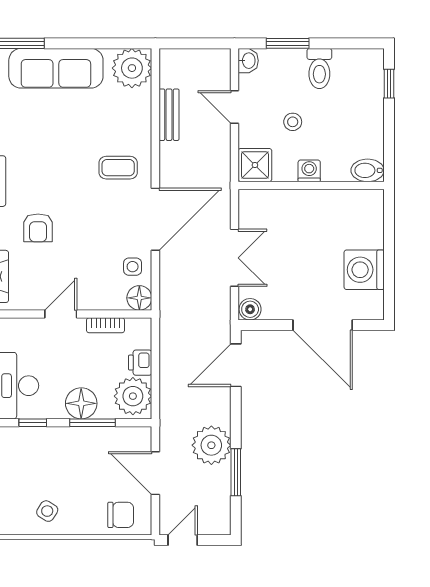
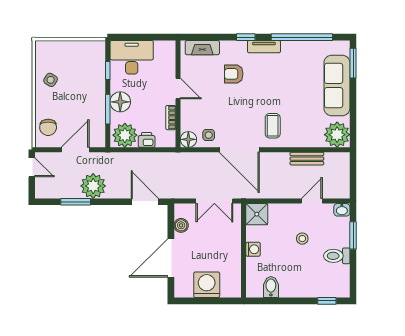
shower: (255, 165) -> (257, 214), moved
washing machine: (309, 171) -> (253, 249), moved
wall: (311, 185) -> (244, 251), moved
boiler: (250, 309) -> (181, 225), moved

